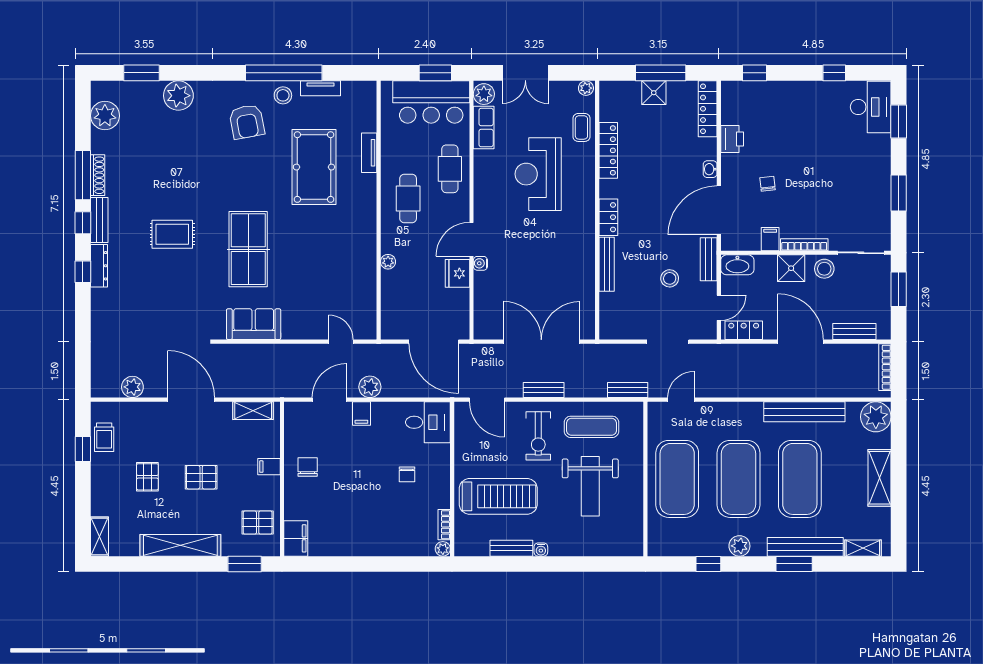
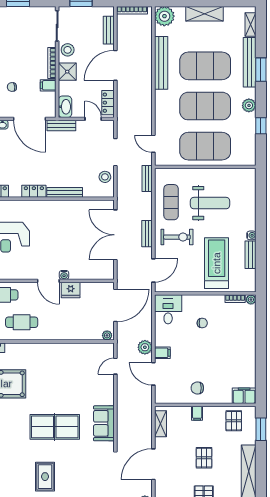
plant: (388, 262) -> (107, 335), moved
stool: (670, 278) -> (105, 177), moved

